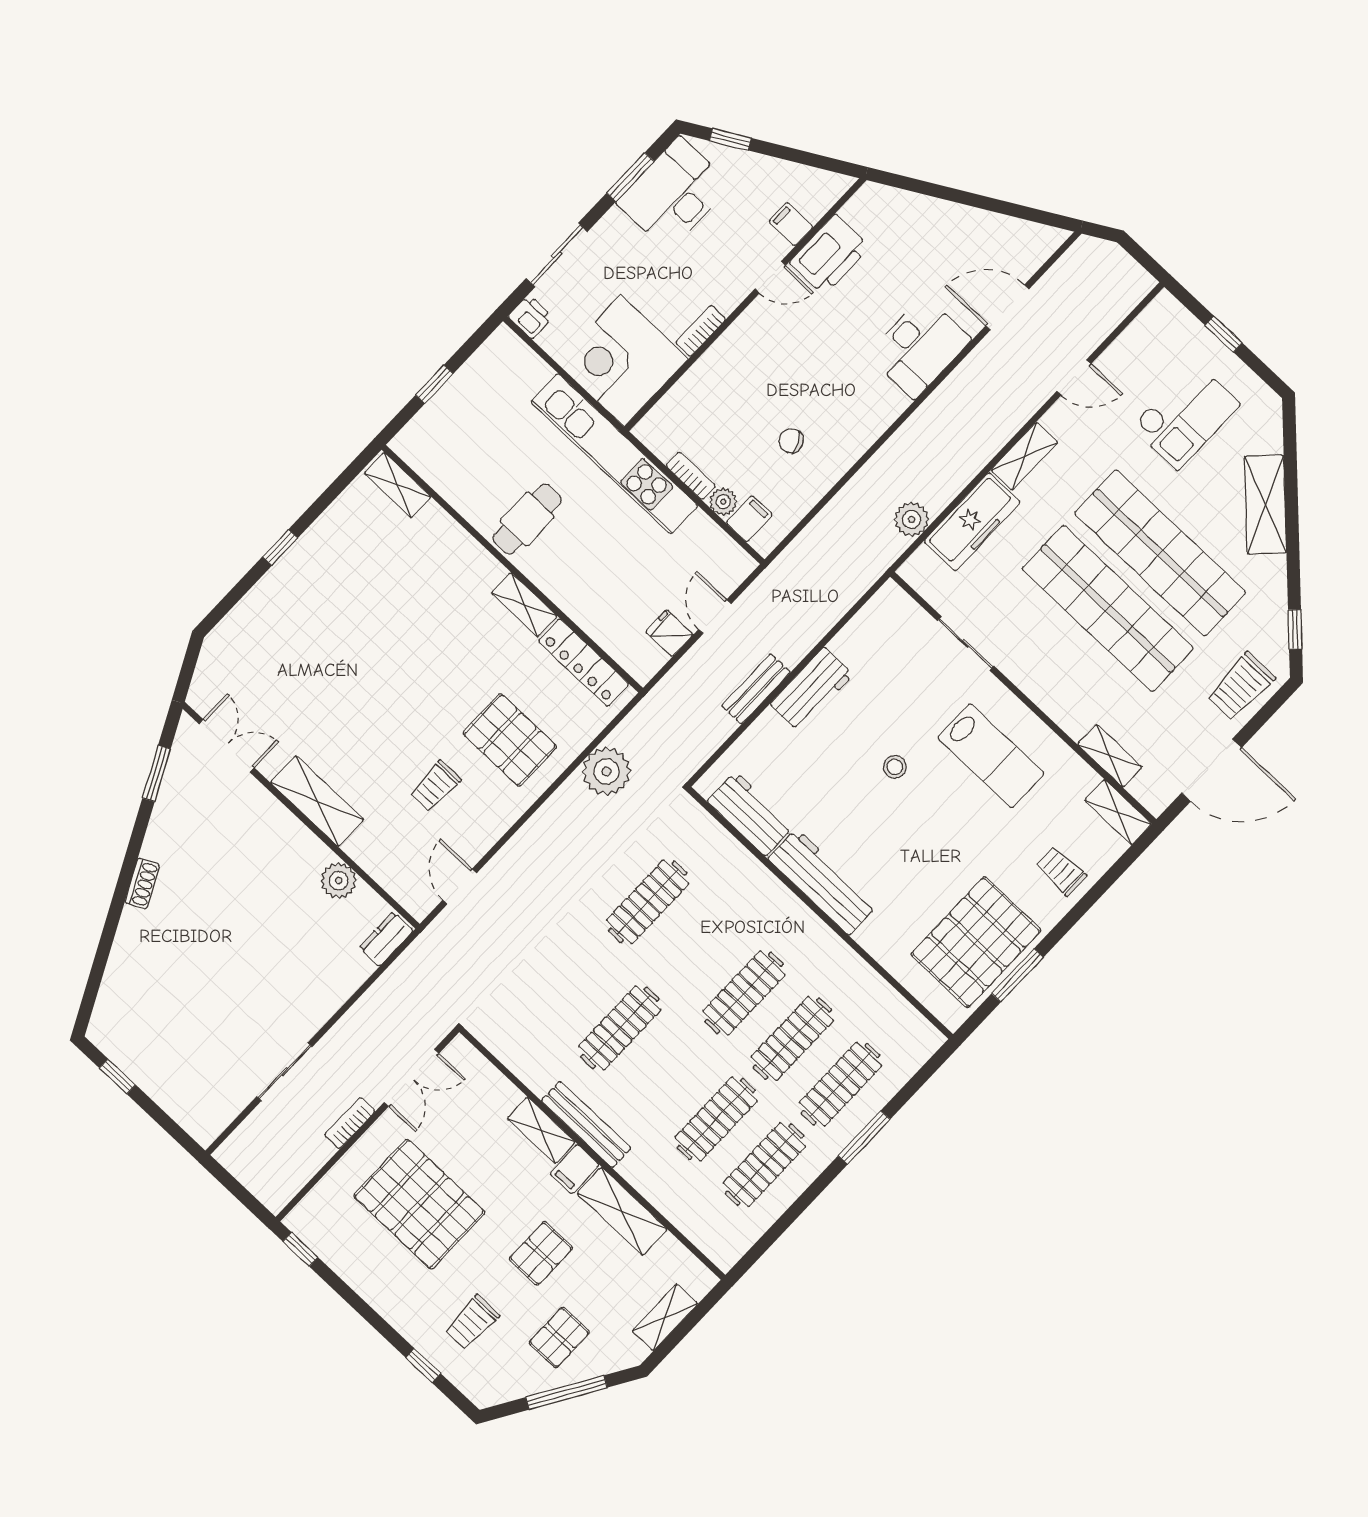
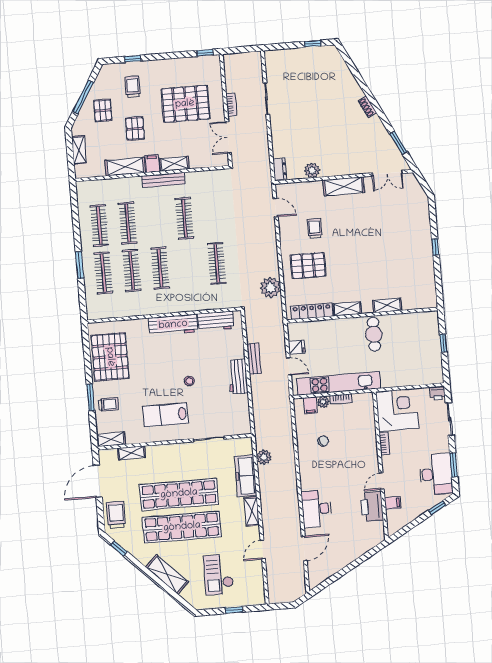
kitchen unit: (614, 454) -> (339, 383), moved
shelving: (398, 485) -> (387, 305), moved
window: (1017, 975) -> (91, 397), moved

